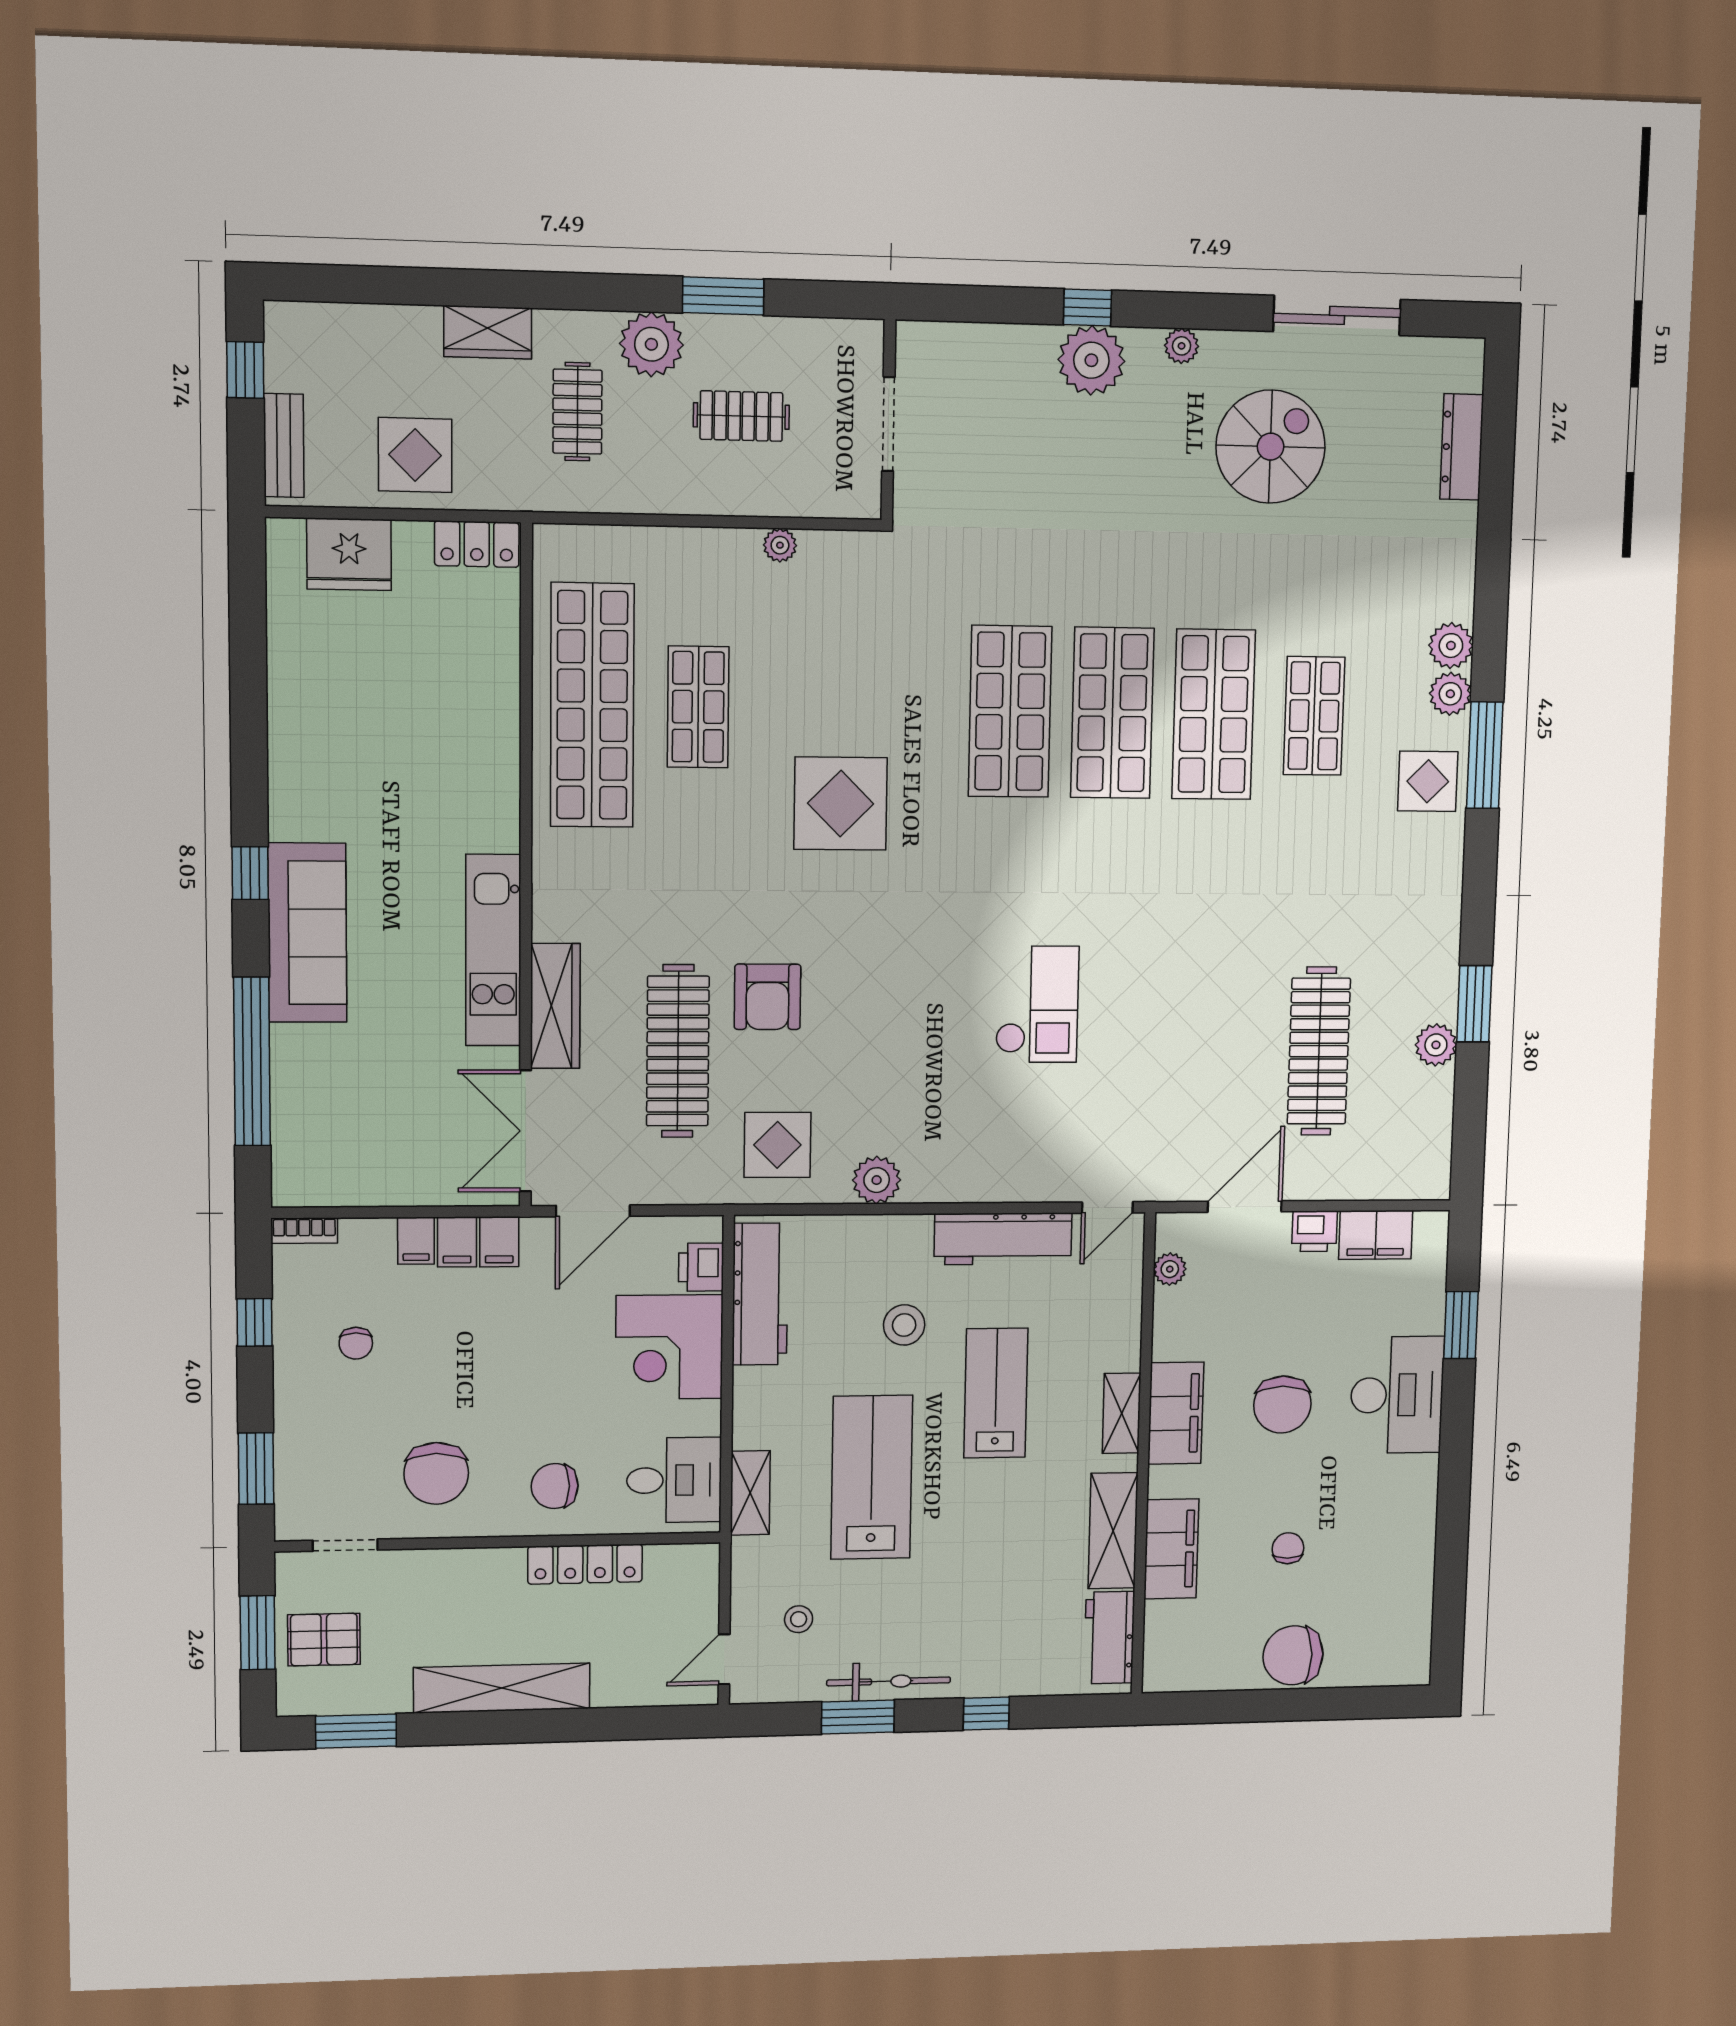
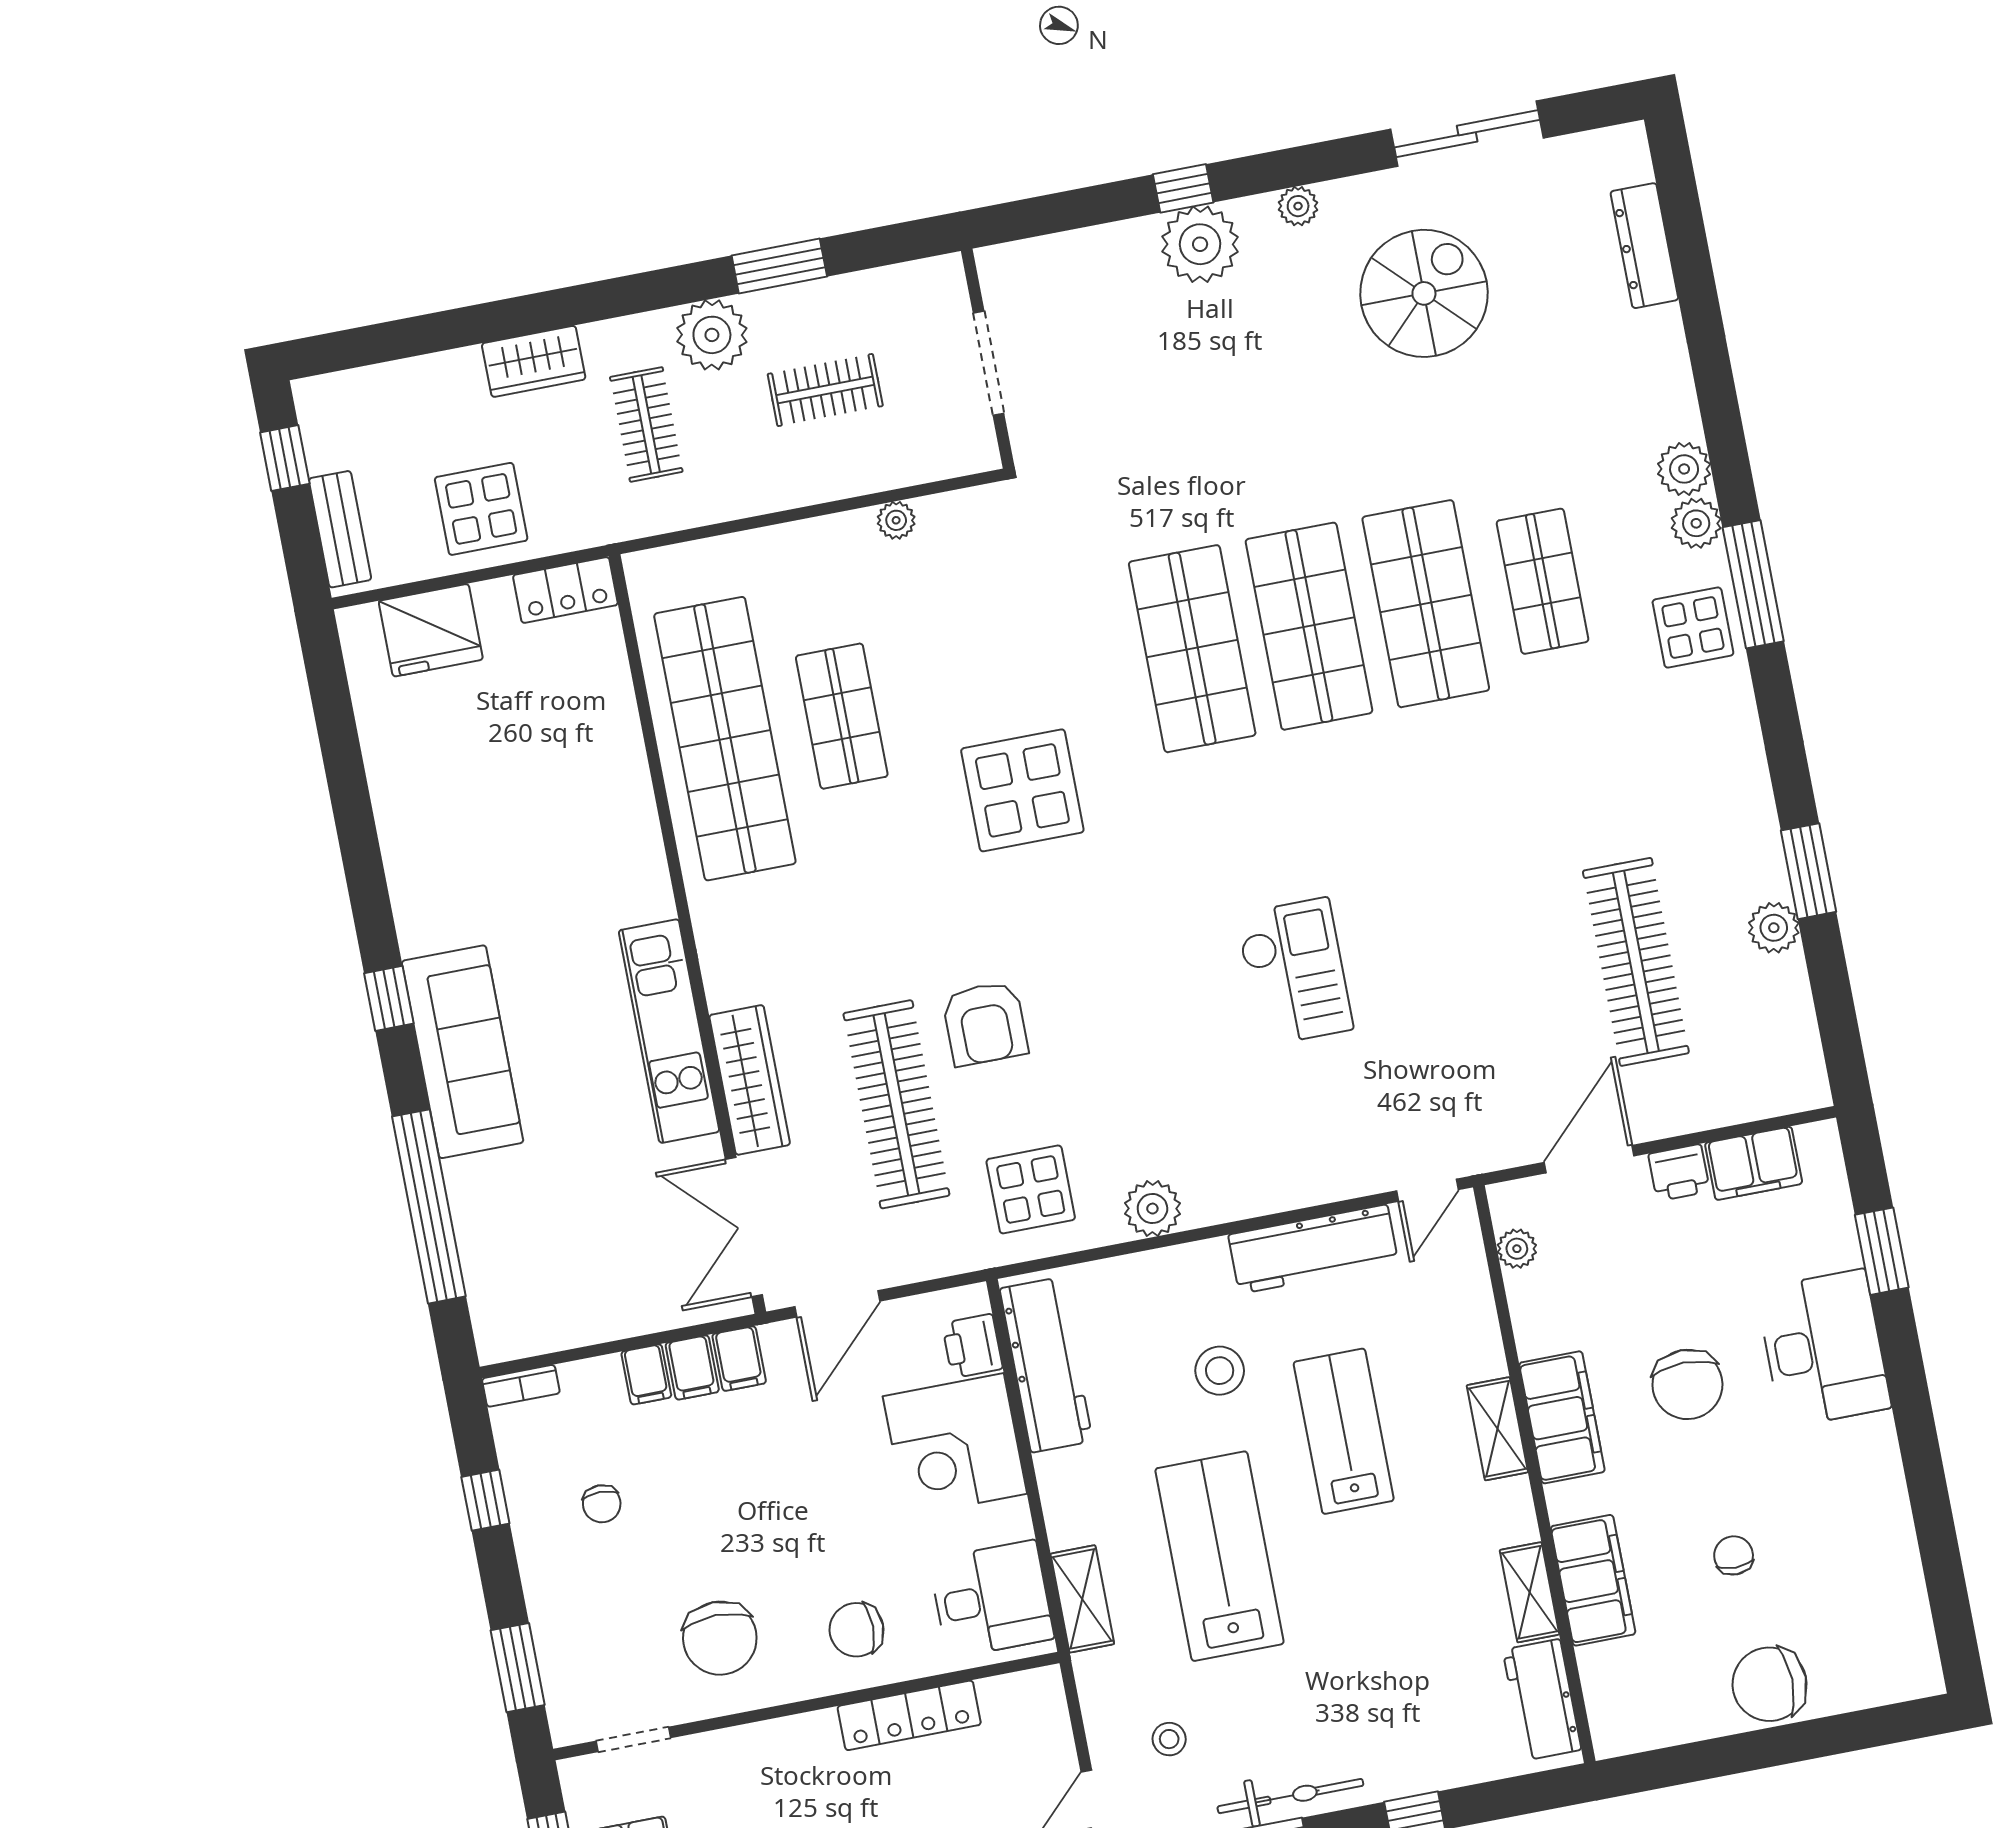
shelving: (1113, 1531) -> (1530, 1592), width x0.67, depth x0.75

